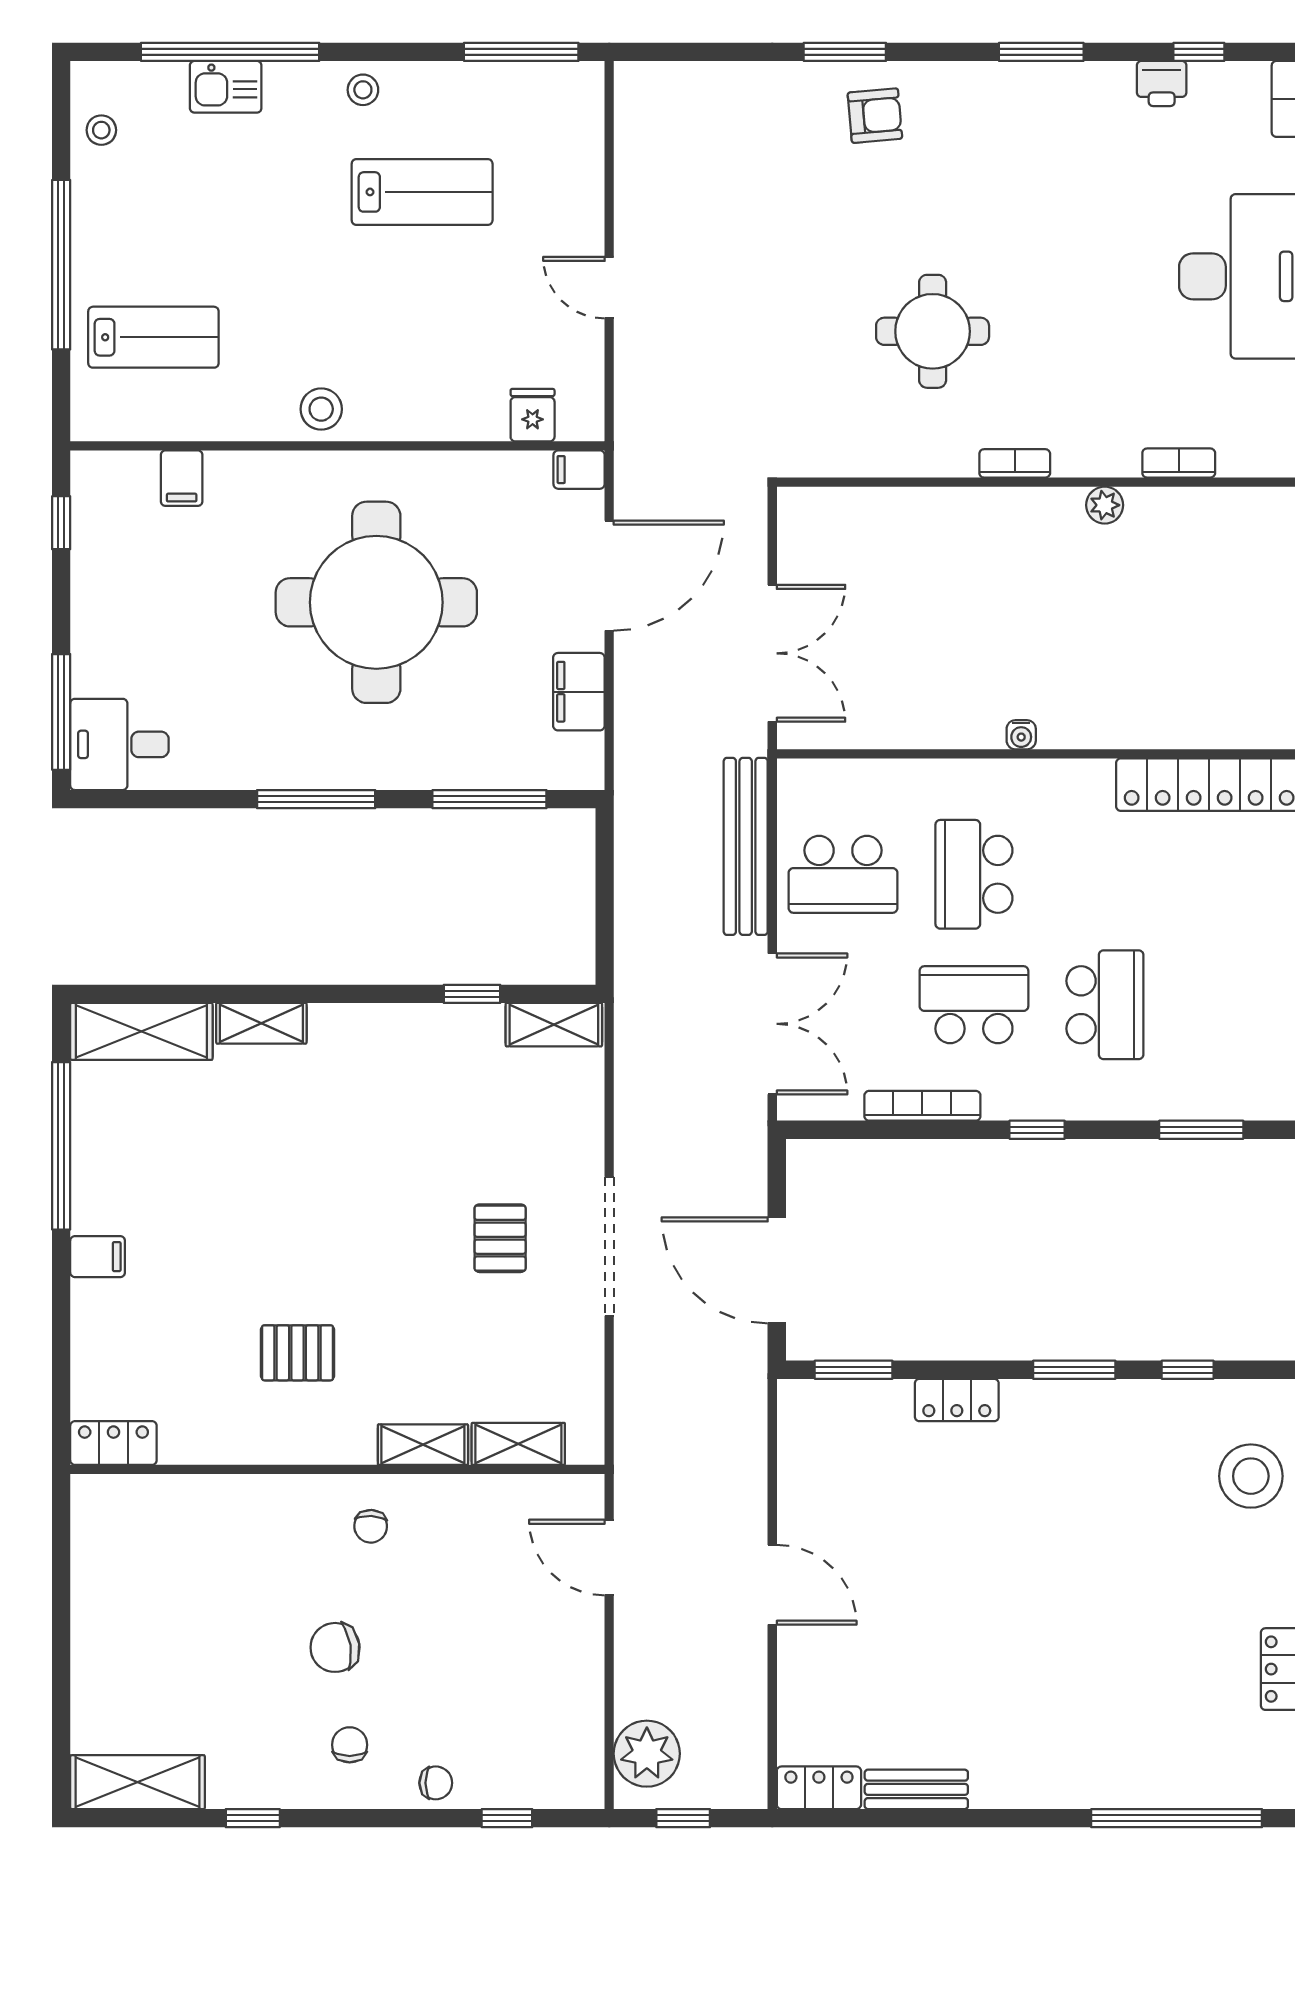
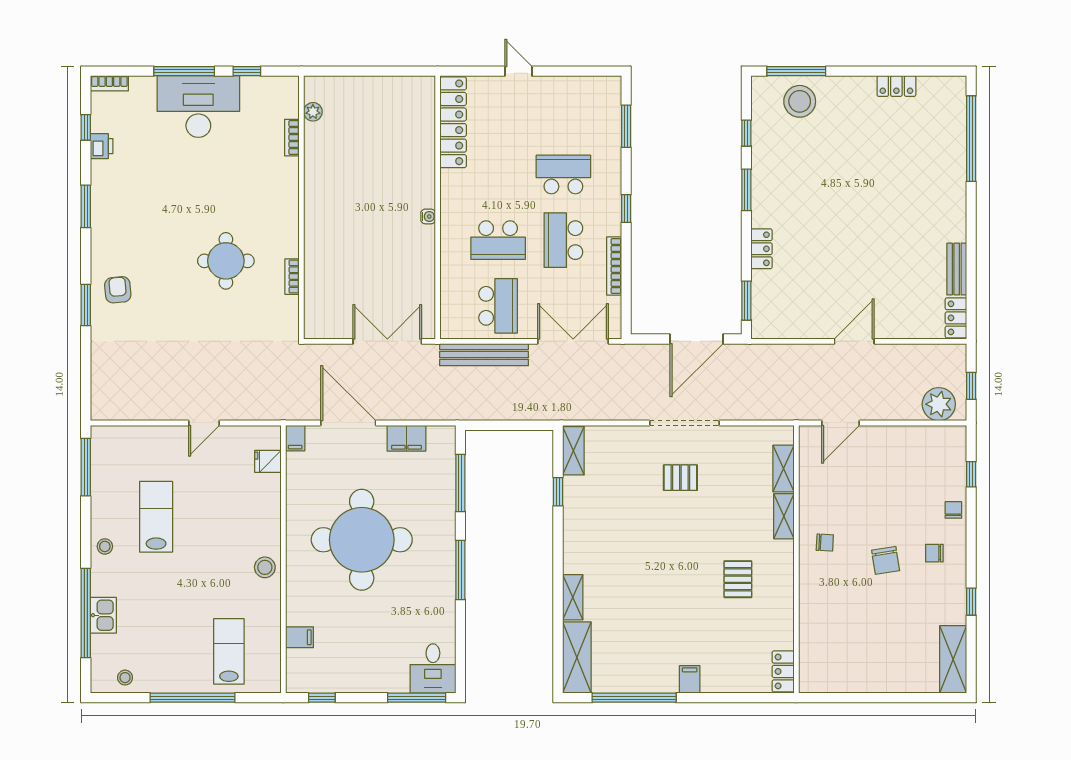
bookcase: (1015, 463) -> (292, 277), moved
plant: (1105, 505) -> (313, 112), moved

